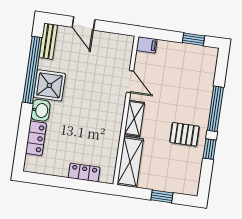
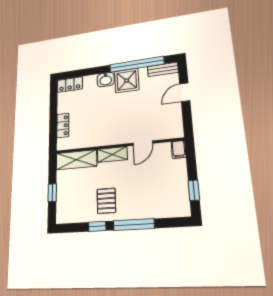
locker: (36, 138) -> (70, 85), moved

